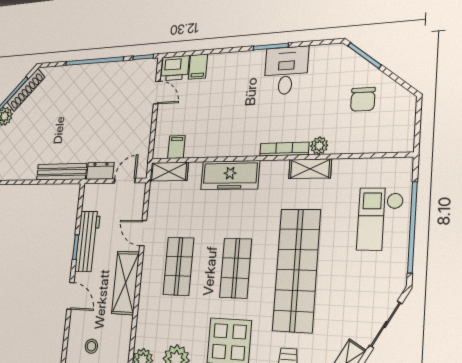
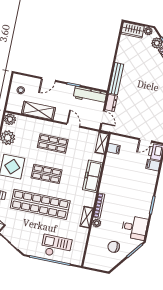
desk: (286, 71) -> (135, 228), moved
door: (143, 233) -> (73, 125), hinge flipped
workbench: (88, 241) -> (90, 95), moved
shelving: (126, 283) -> (39, 111), moved

